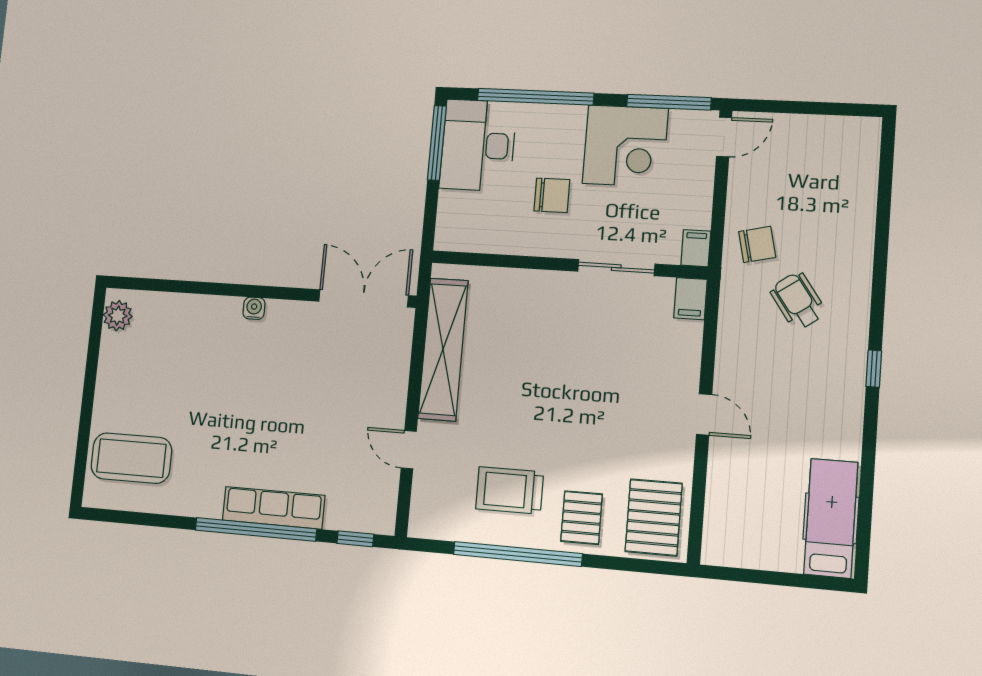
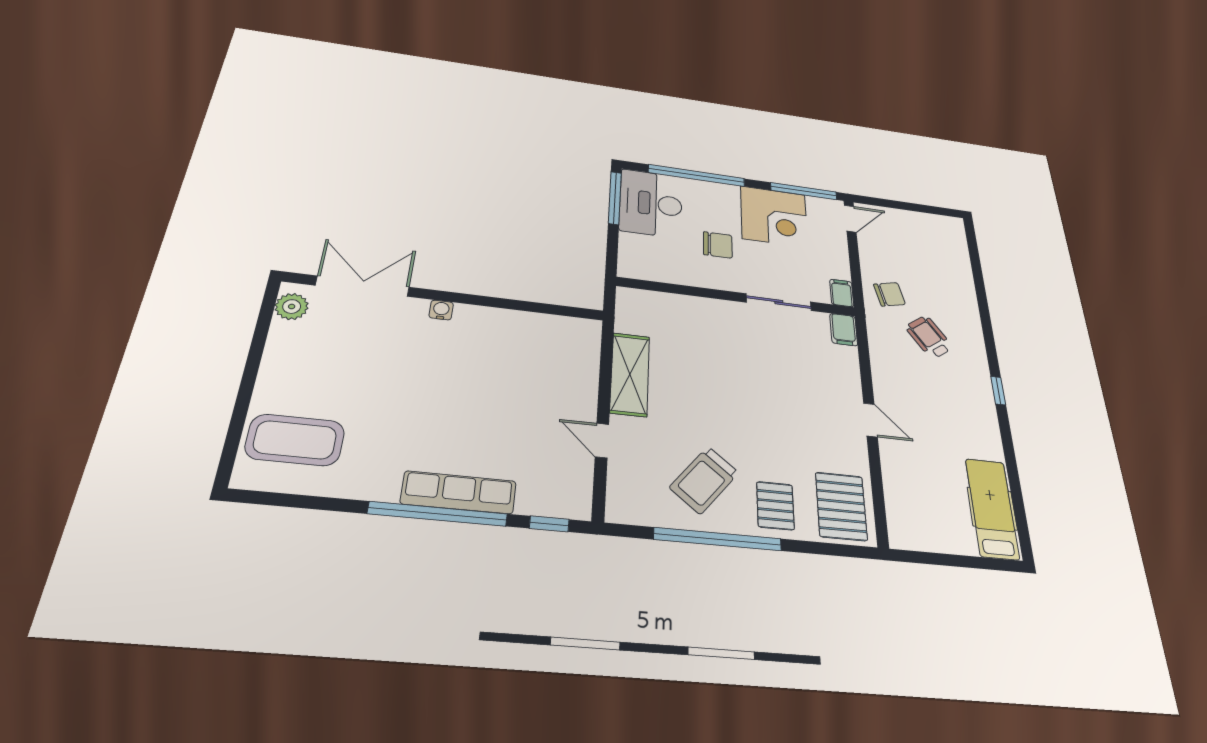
double door: (363, 298) -> (363, 286), moved
shelving: (443, 349) -> (630, 374), width x0.68
trolley: (510, 490) -> (704, 480), turned -51

